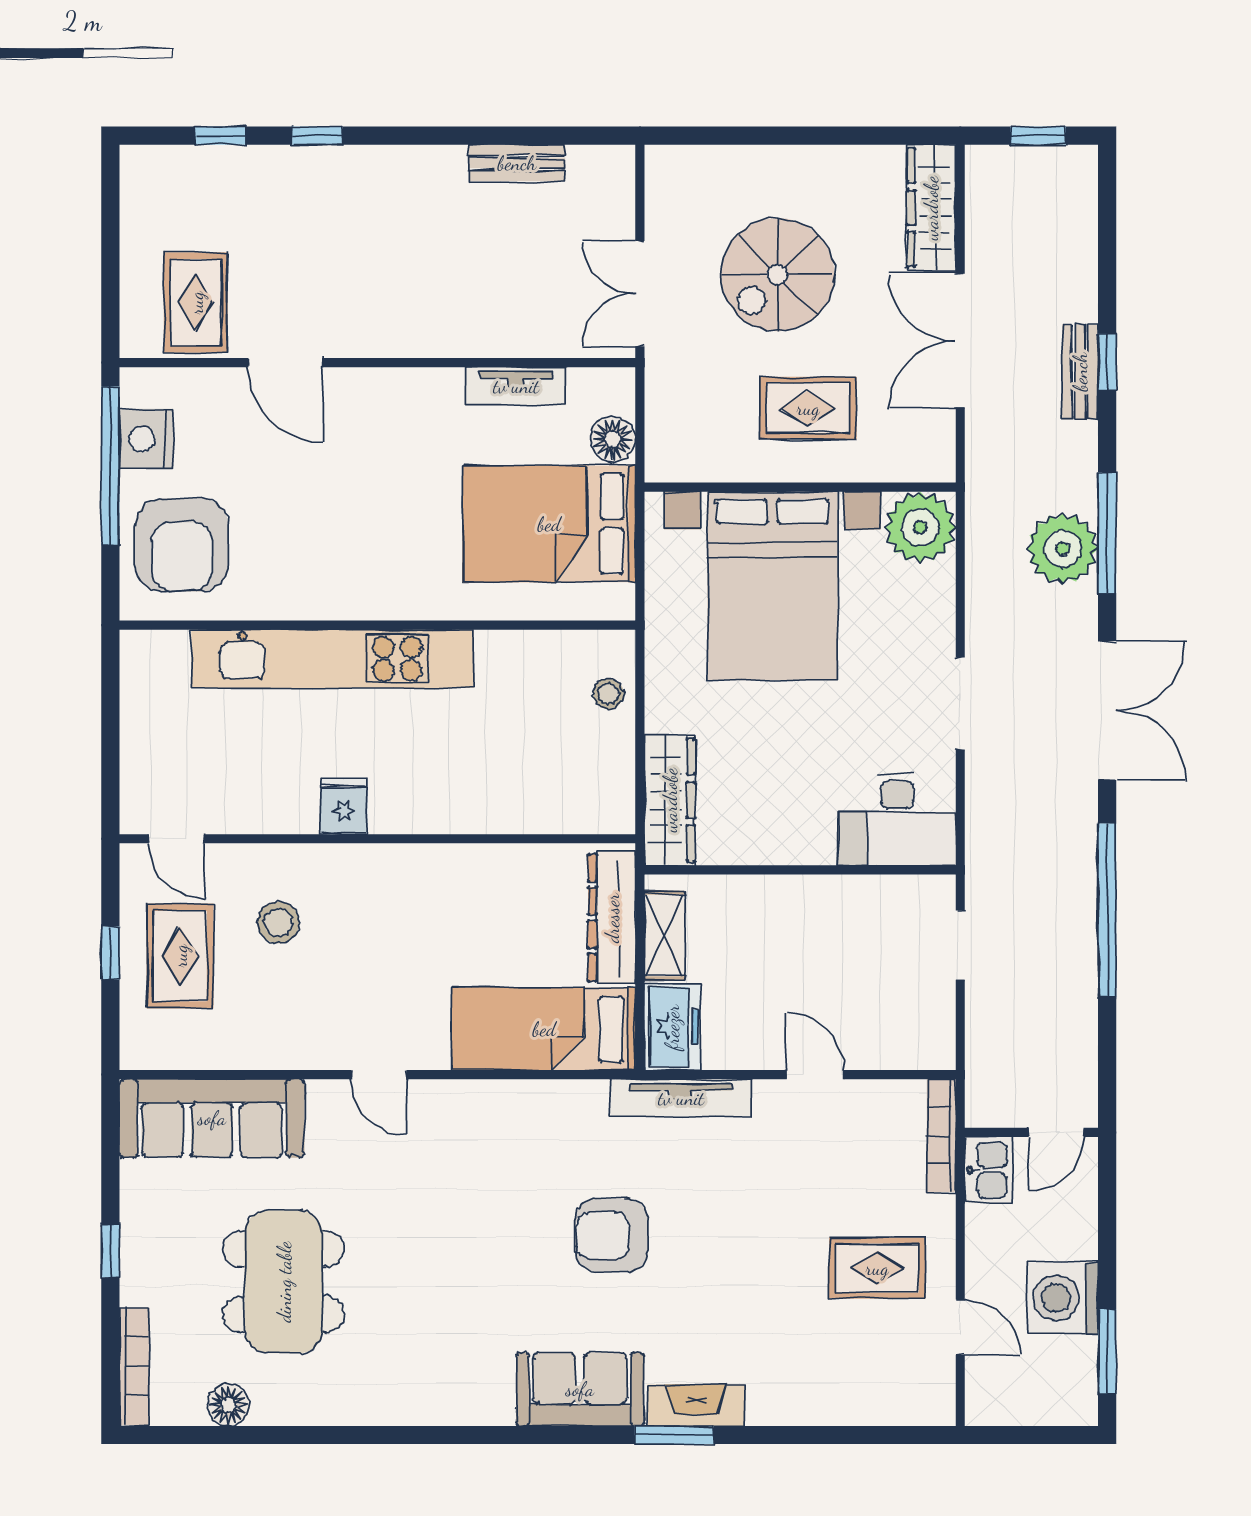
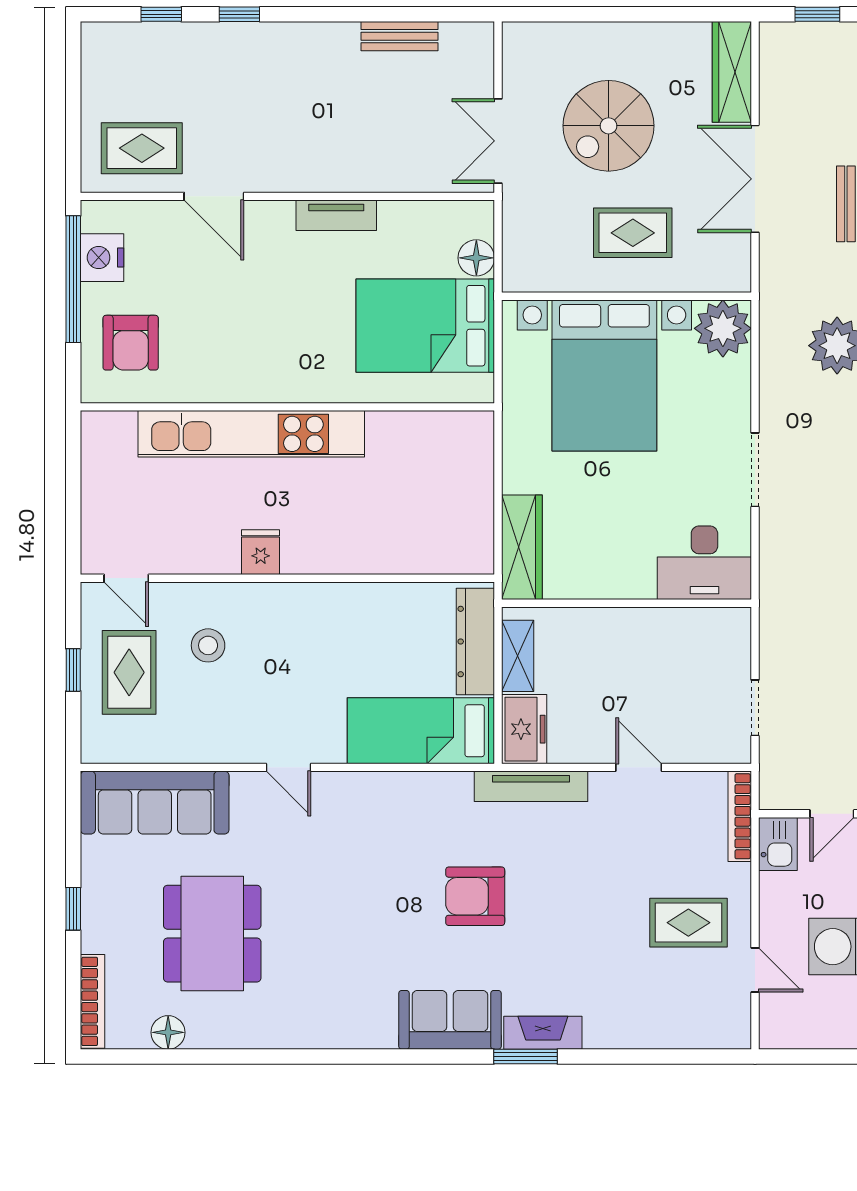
rug: (196, 303) -> (142, 148), turned 90
tv unit: (516, 386) -> (336, 215), moved
armchair: (182, 545) -> (131, 343), width x0.73, depth x0.73
stool: (608, 694) -> (473, 462), removed
doorway: (960, 945) -> (755, 708), moved

